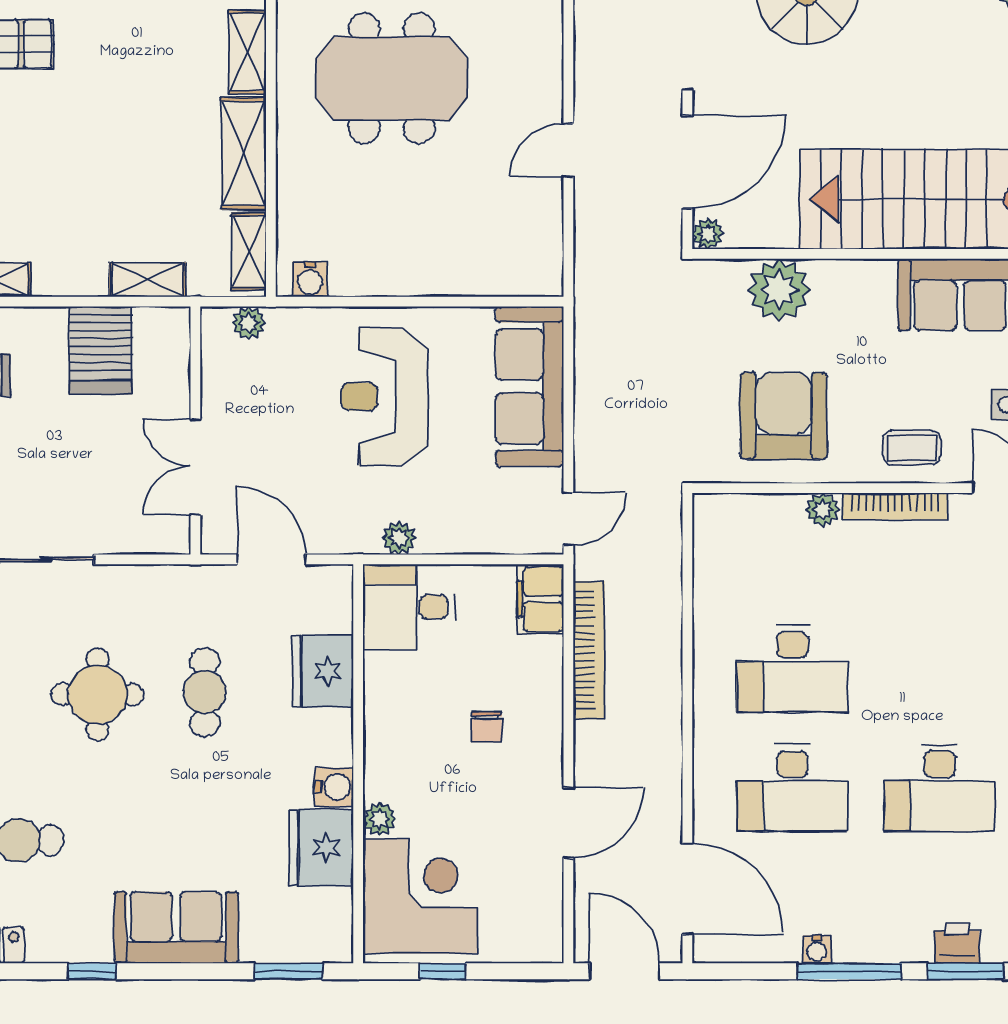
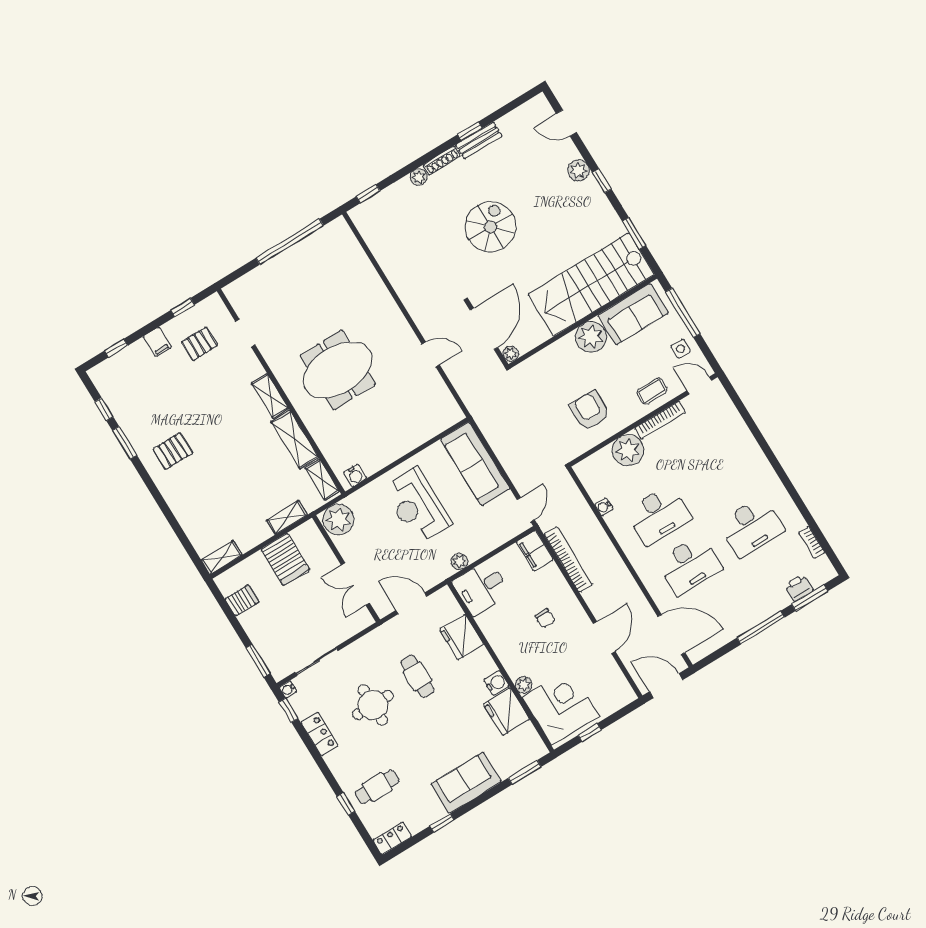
door: (568, 150) -> (431, 354), swing flipped
plant: (779, 290) -> (591, 337), moved
plant: (249, 323) -> (338, 519), width x1.87, depth x1.87
armchair: (784, 416) -> (590, 411), width x0.73, depth x0.73
plant: (823, 510) -> (628, 450), width x1.88, depth x1.88
water cooler: (817, 949) -> (604, 507), moved, turned 90

